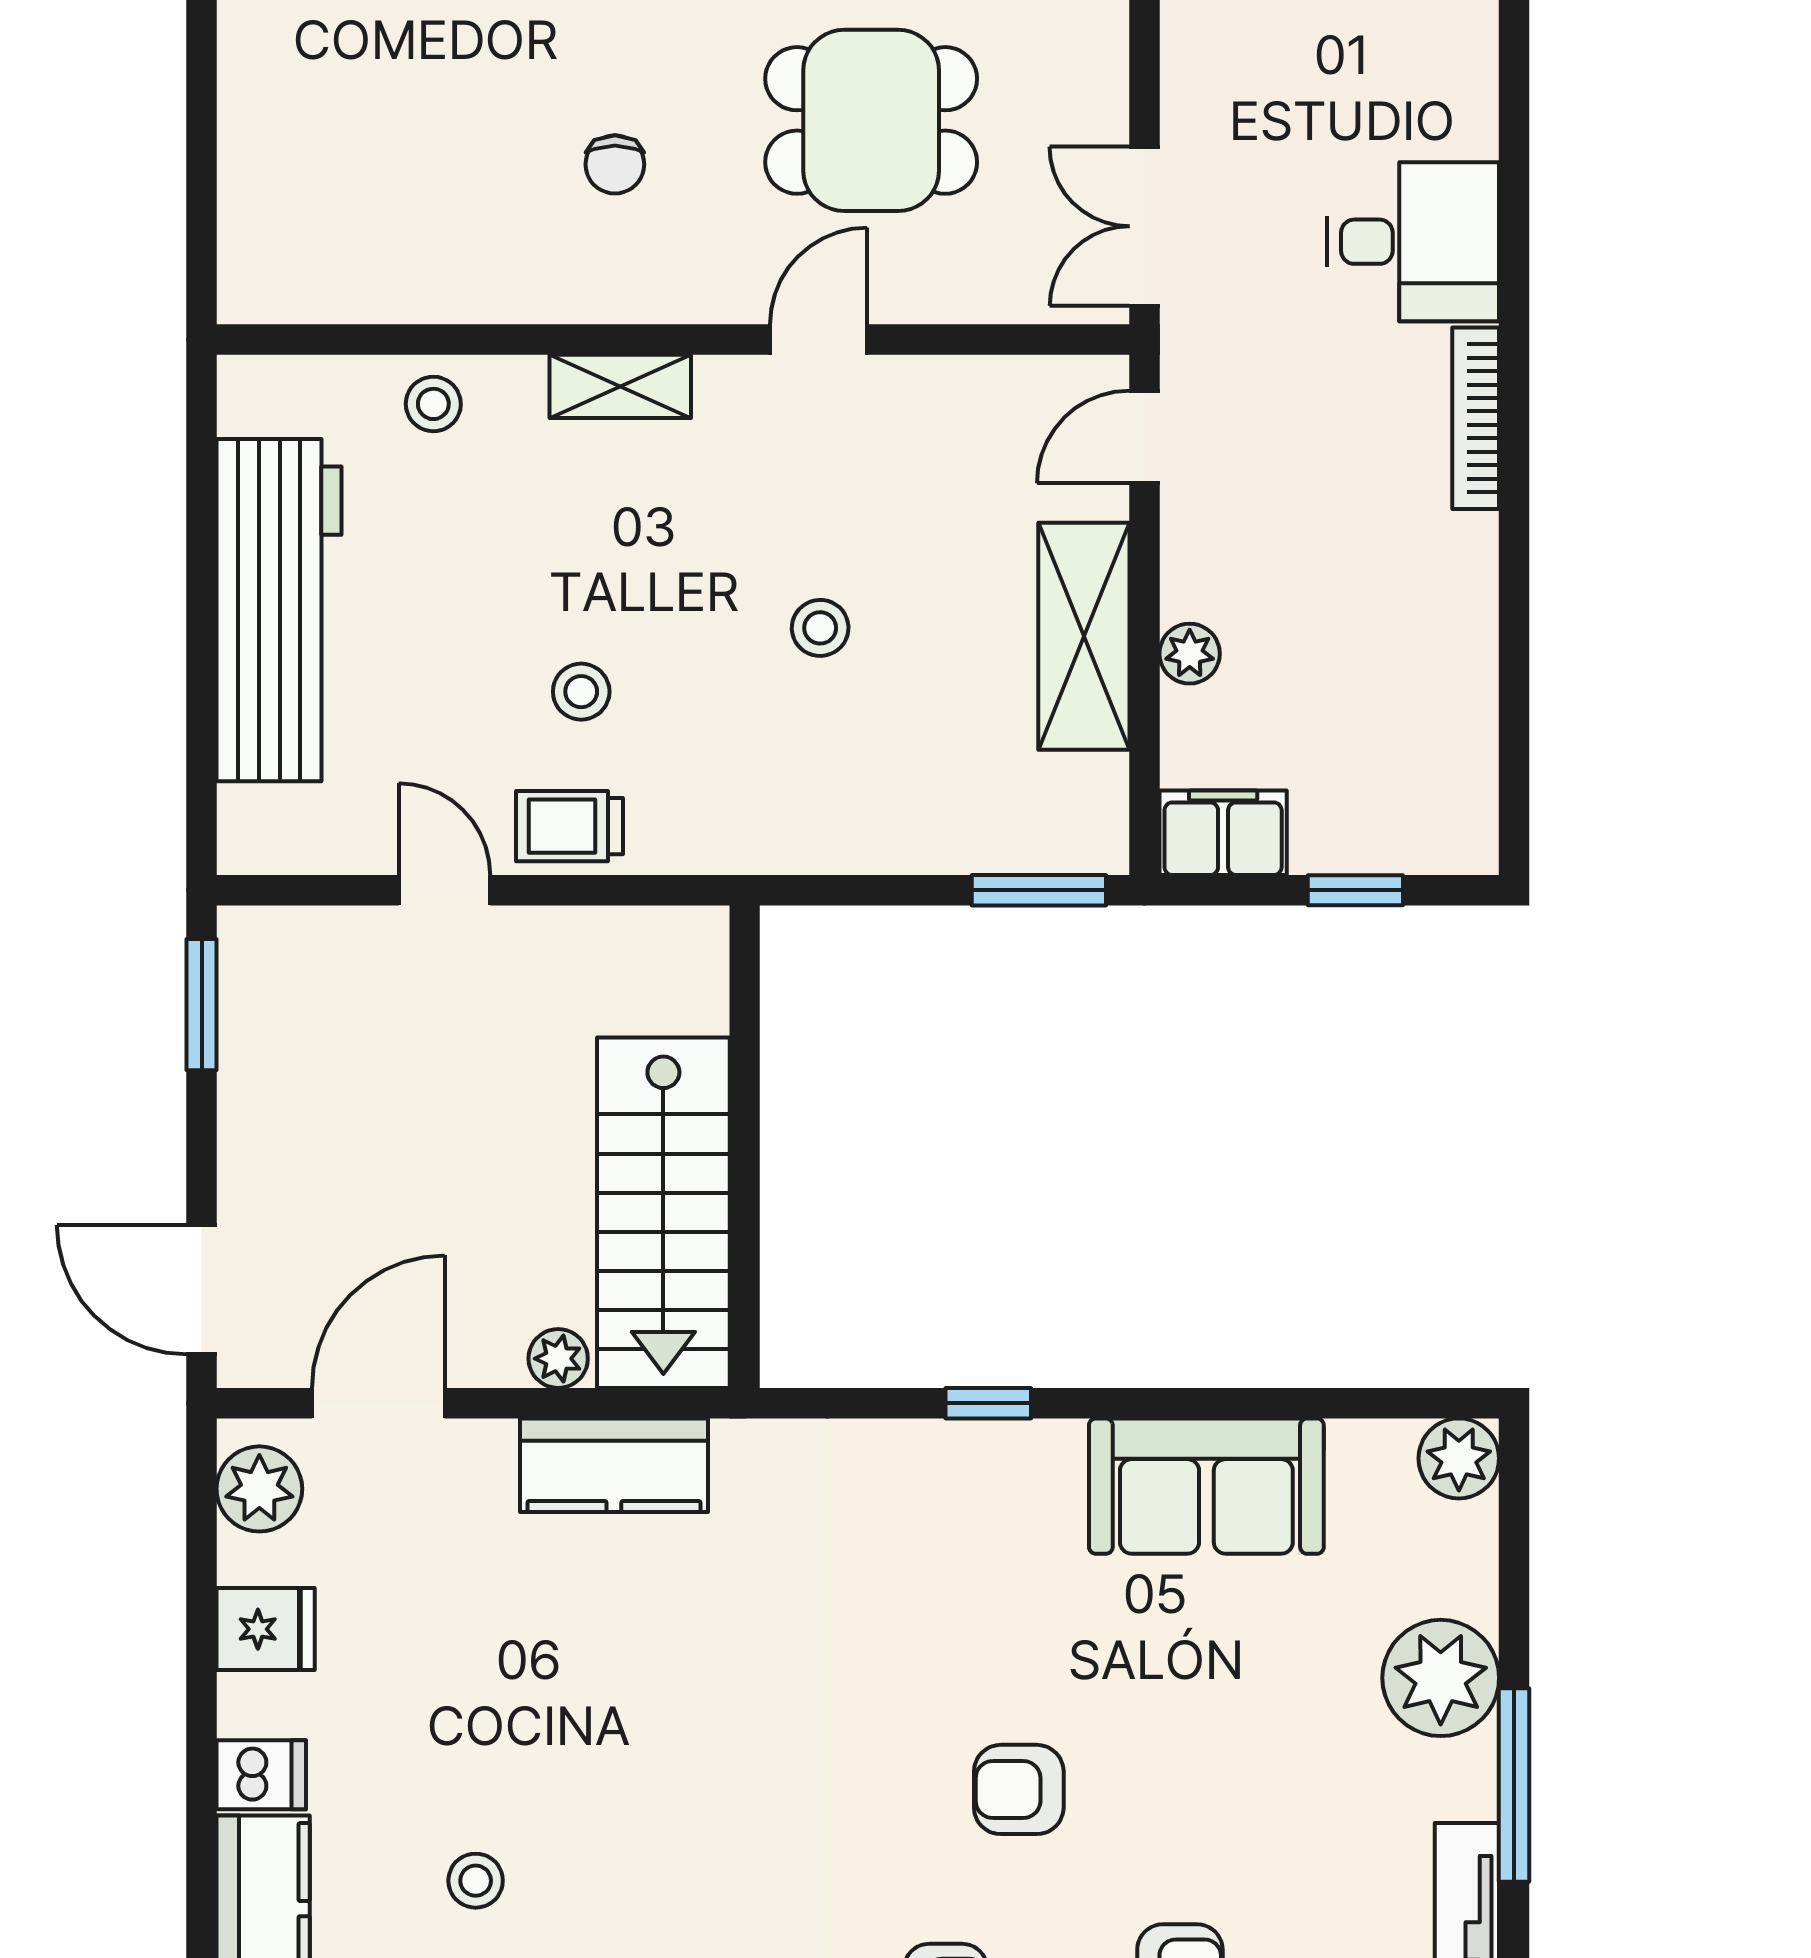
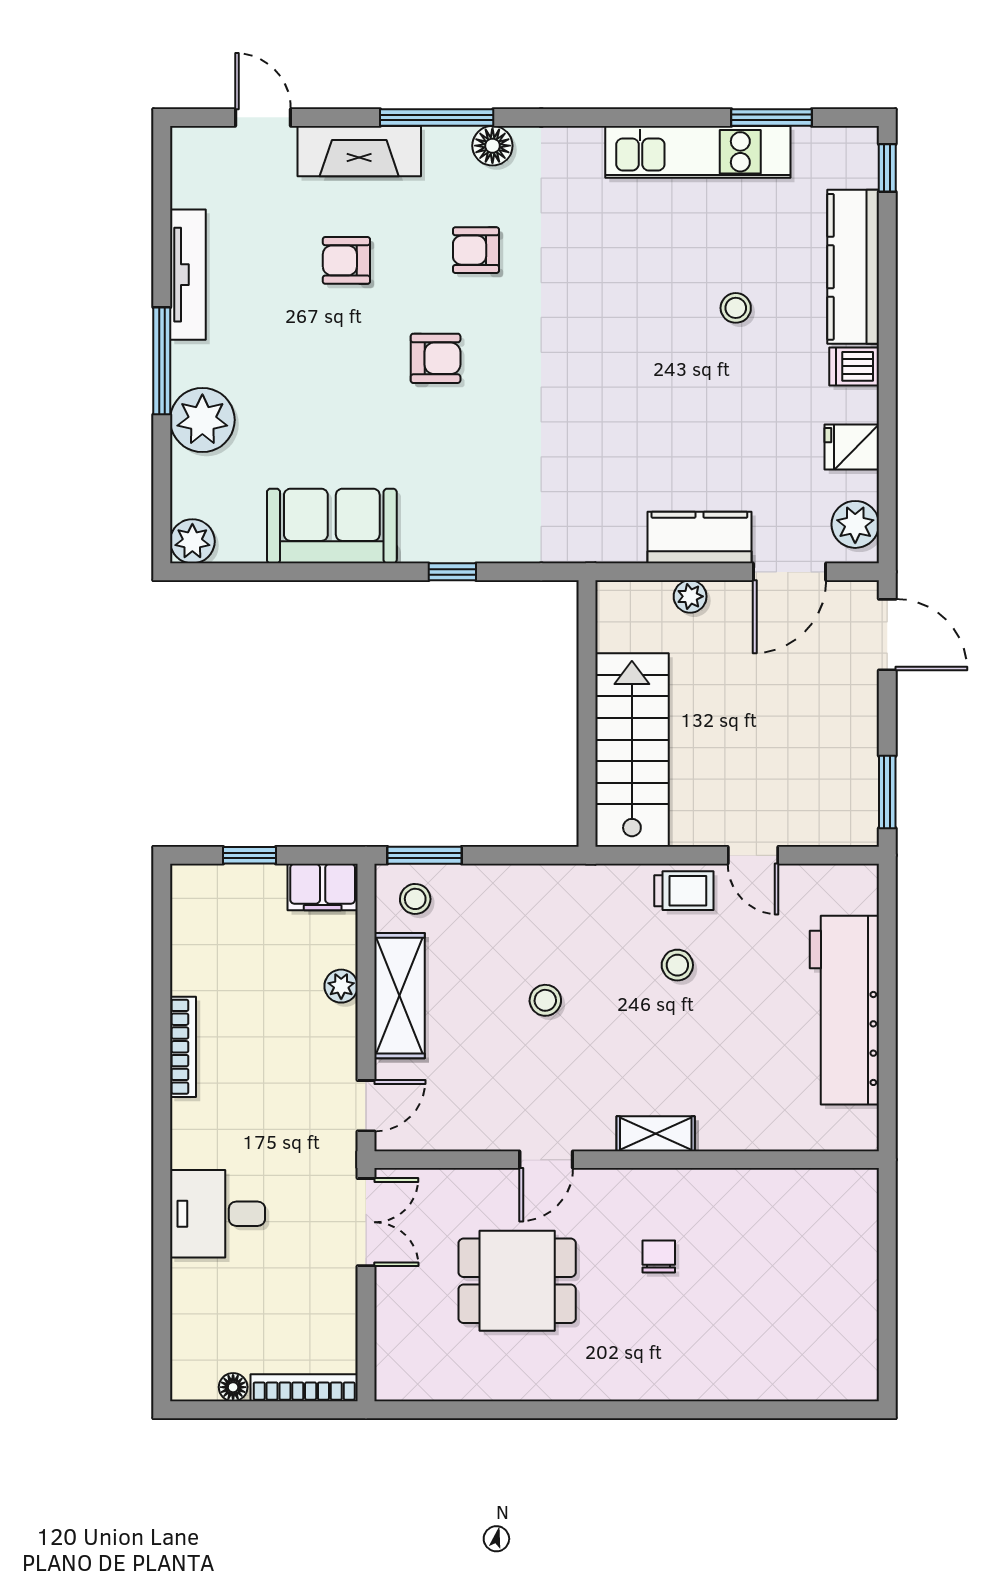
stool: (433, 404) -> (415, 899), moved
bookcase: (1476, 418) -> (183, 1047), moved
stairs: (663, 1213) -> (632, 750), moved
kitchen counter: (614, 1465) -> (699, 538), moved

